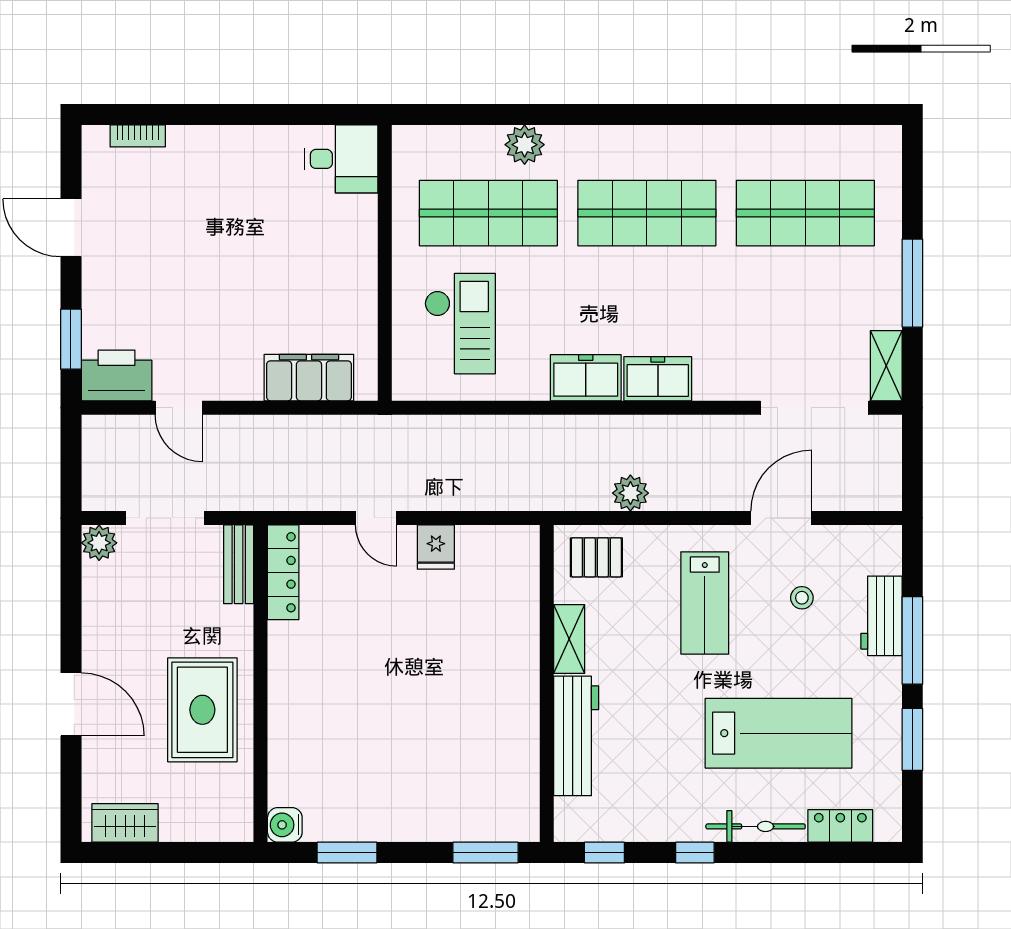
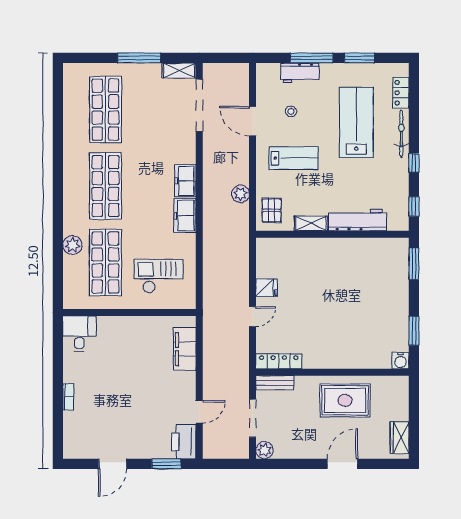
bookcase: (138, 136) -> (68, 397), moved

